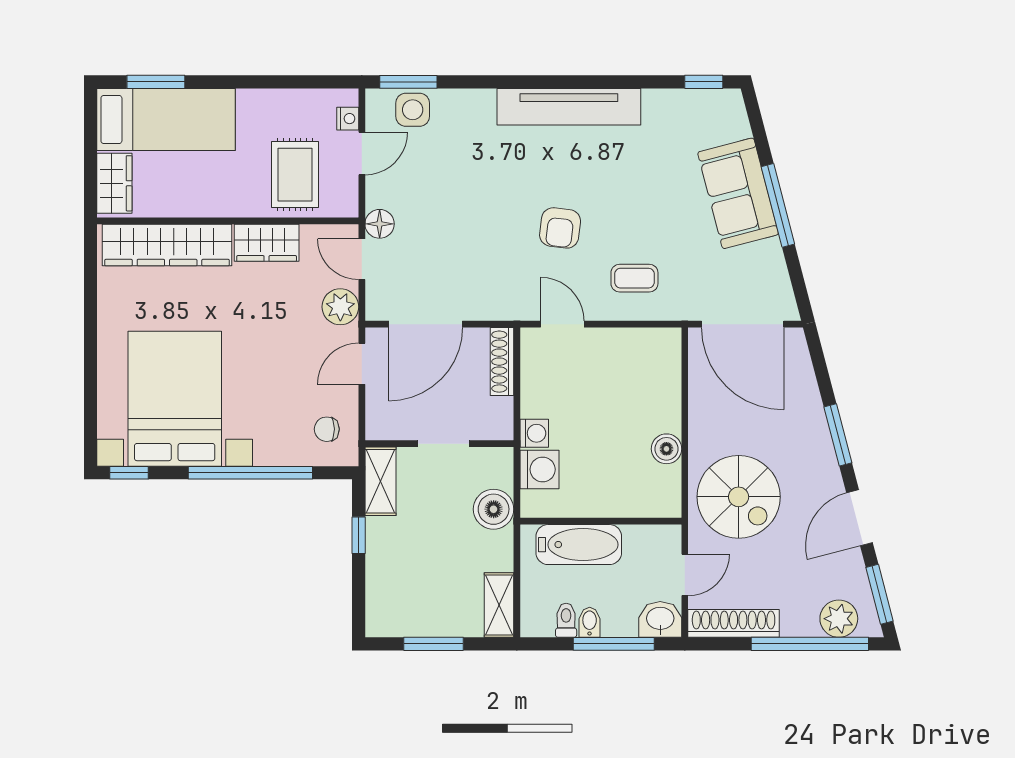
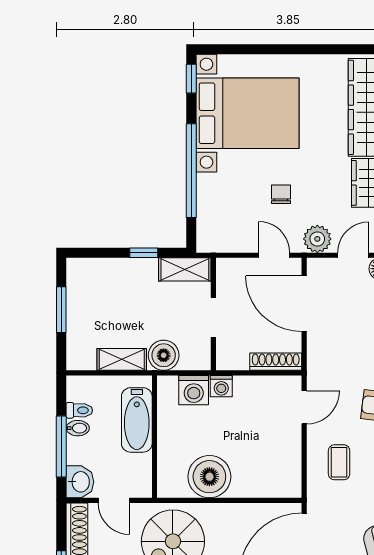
chair: (327, 429) -> (281, 194), moved
boiler: (666, 449) -> (209, 477), width x1.86, depth x1.86
shelving: (499, 605) -> (122, 359), moved

